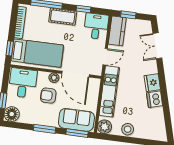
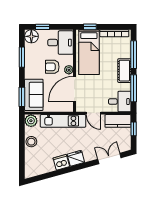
window: (83, 9) -> (134, 88), width x2.17
armchair: (48, 96) -> (52, 67), turned -90
window: (44, 129) -> (22, 57), moved

